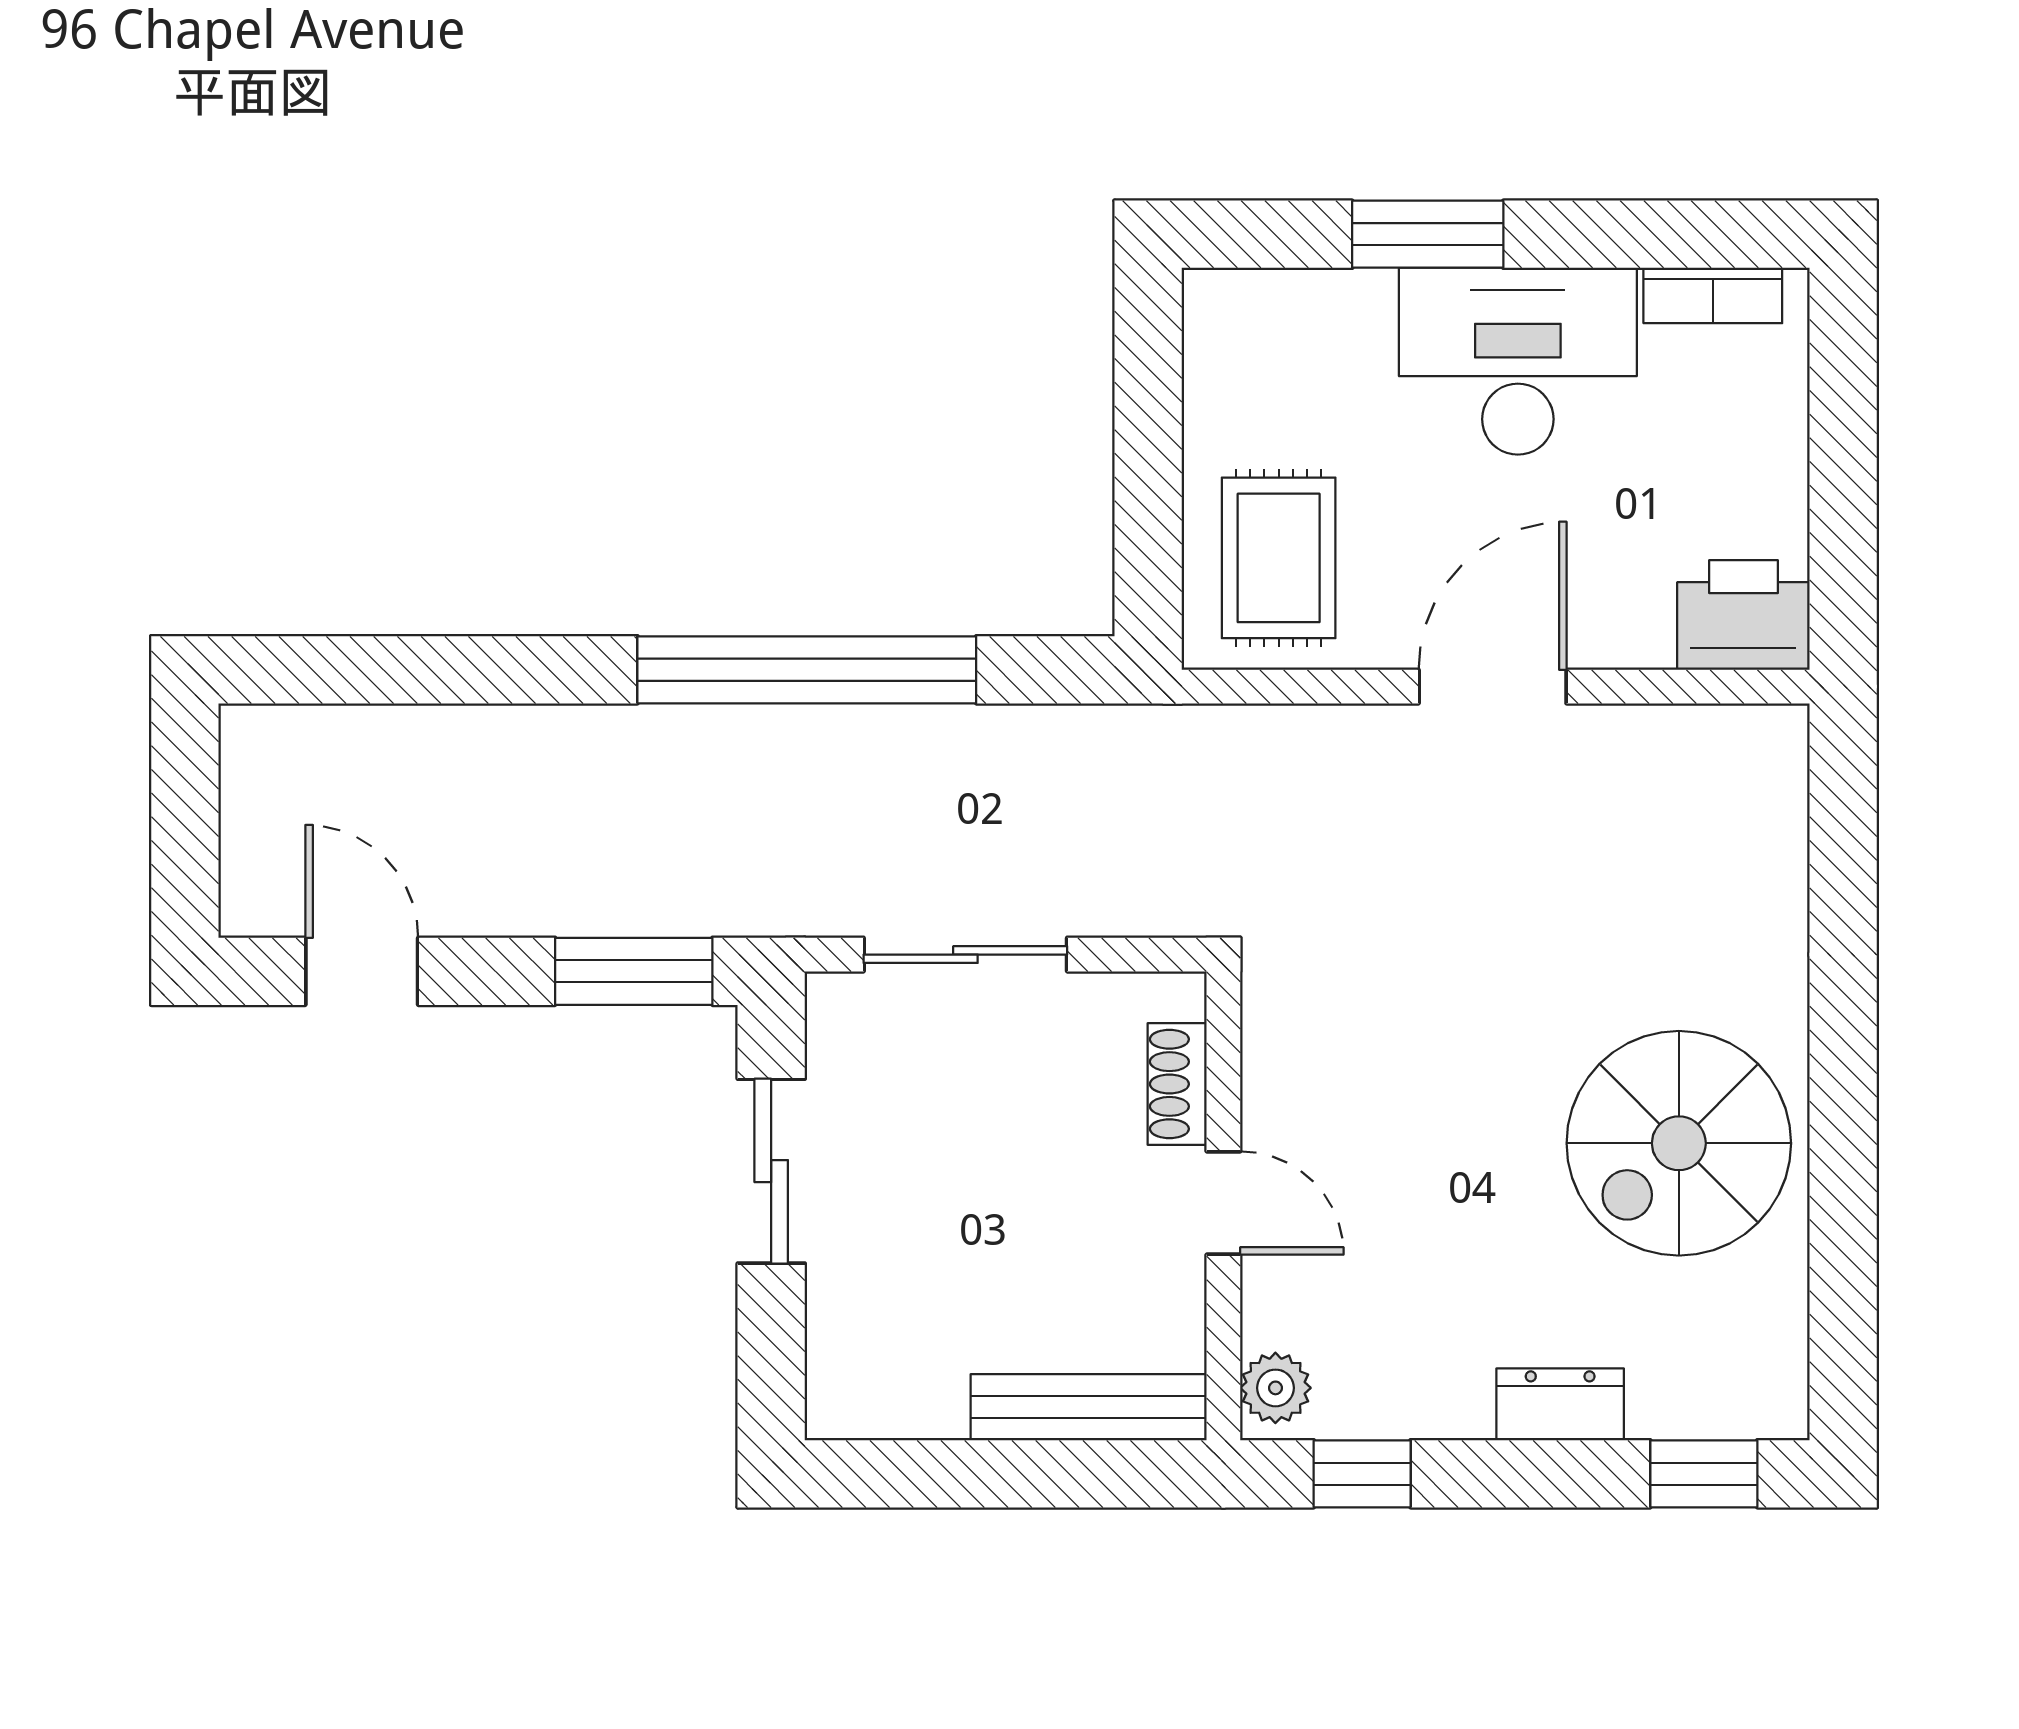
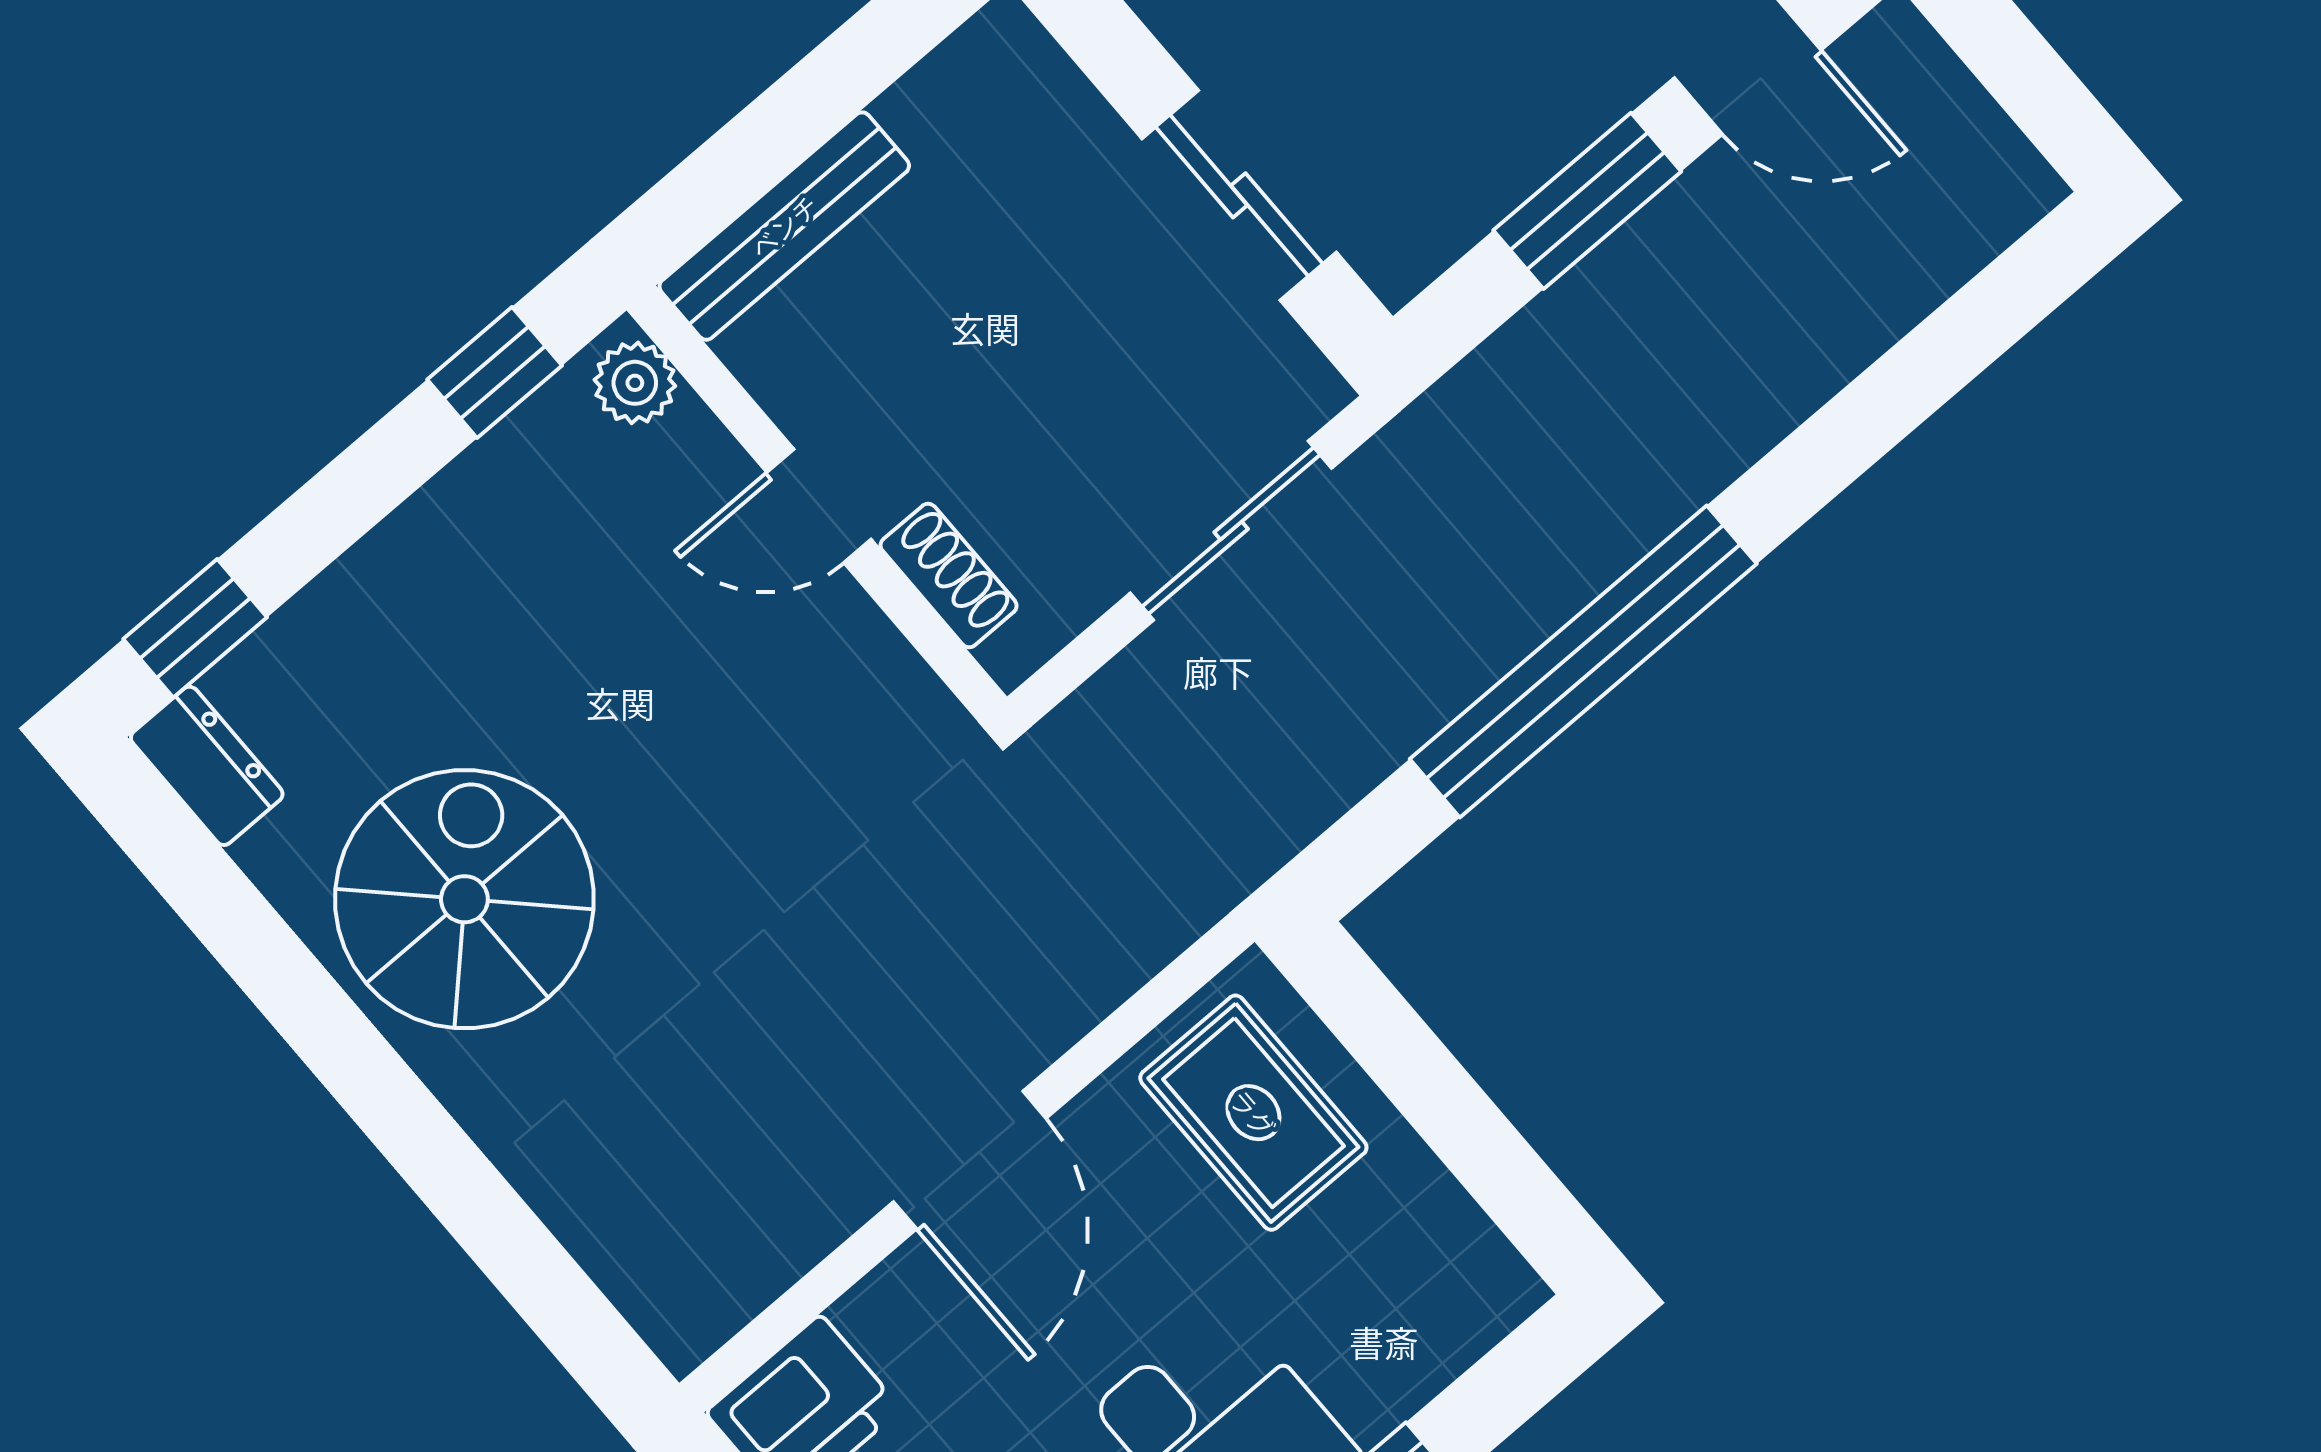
window: (634, 971) -> (1587, 201), moved
dresser: (1560, 1404) -> (207, 766), moved, turned -90

